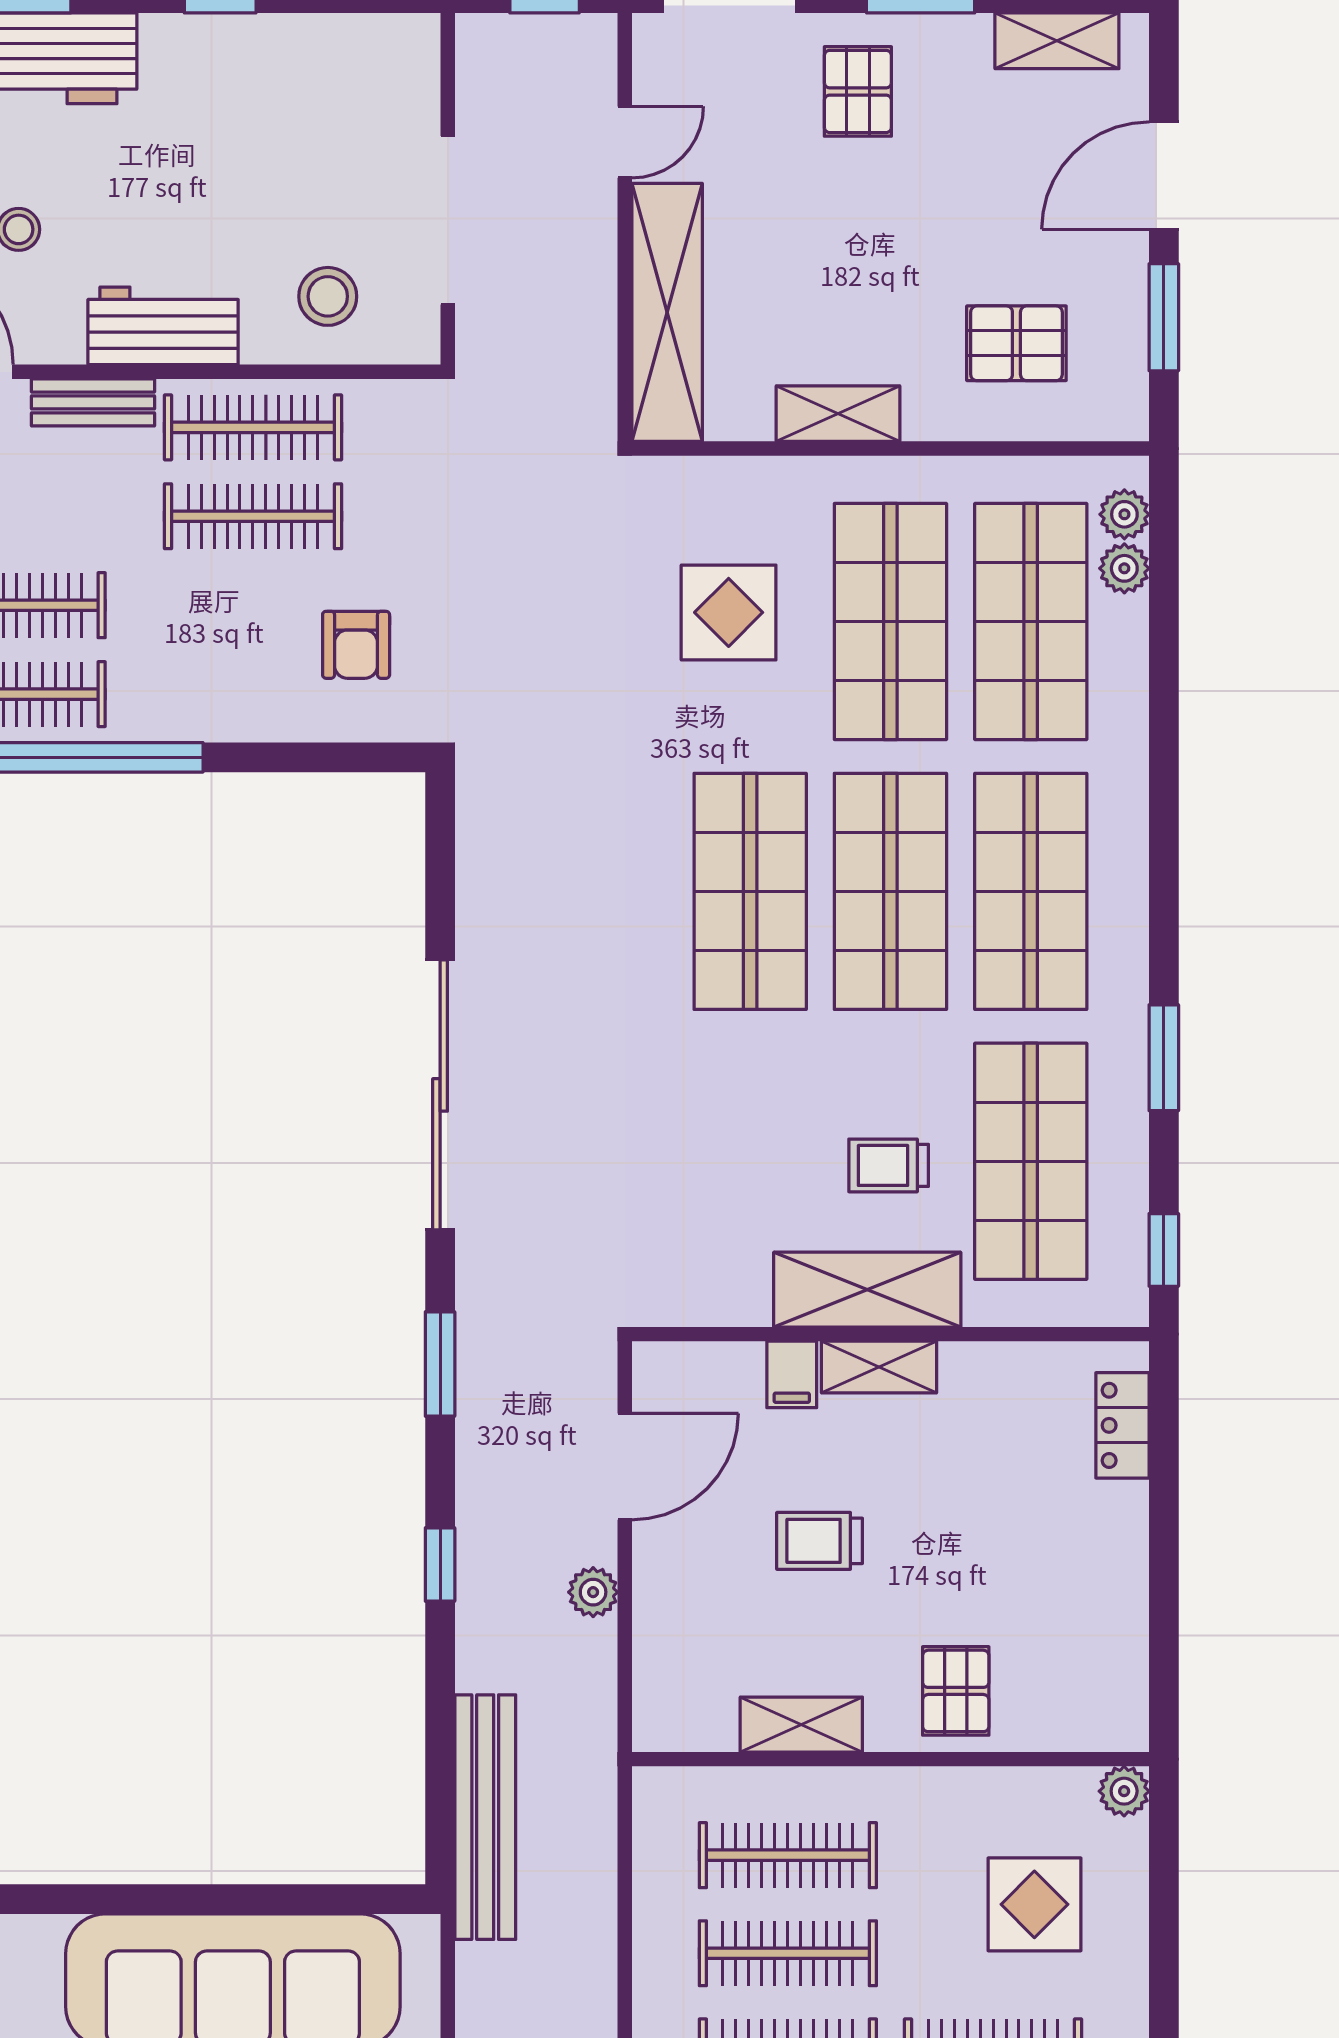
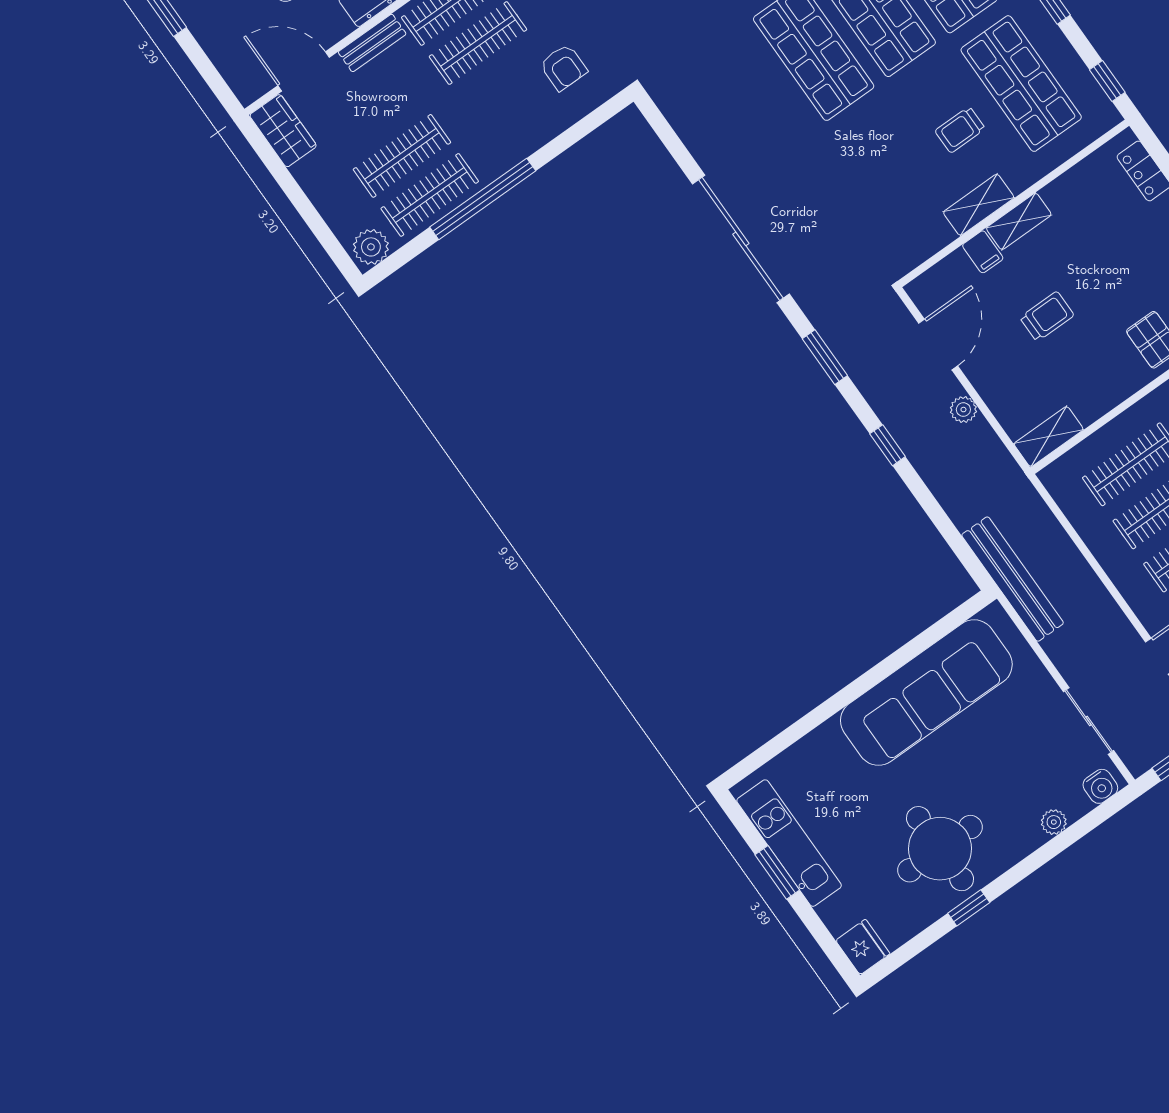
shelving: (867, 1290) -> (979, 205), width x0.67, depth x0.75
trolley: (820, 1541) -> (1047, 316), turned 180
shelving: (801, 1725) -> (1049, 437), moved
bench: (485, 1817) -> (1013, 579), moved

